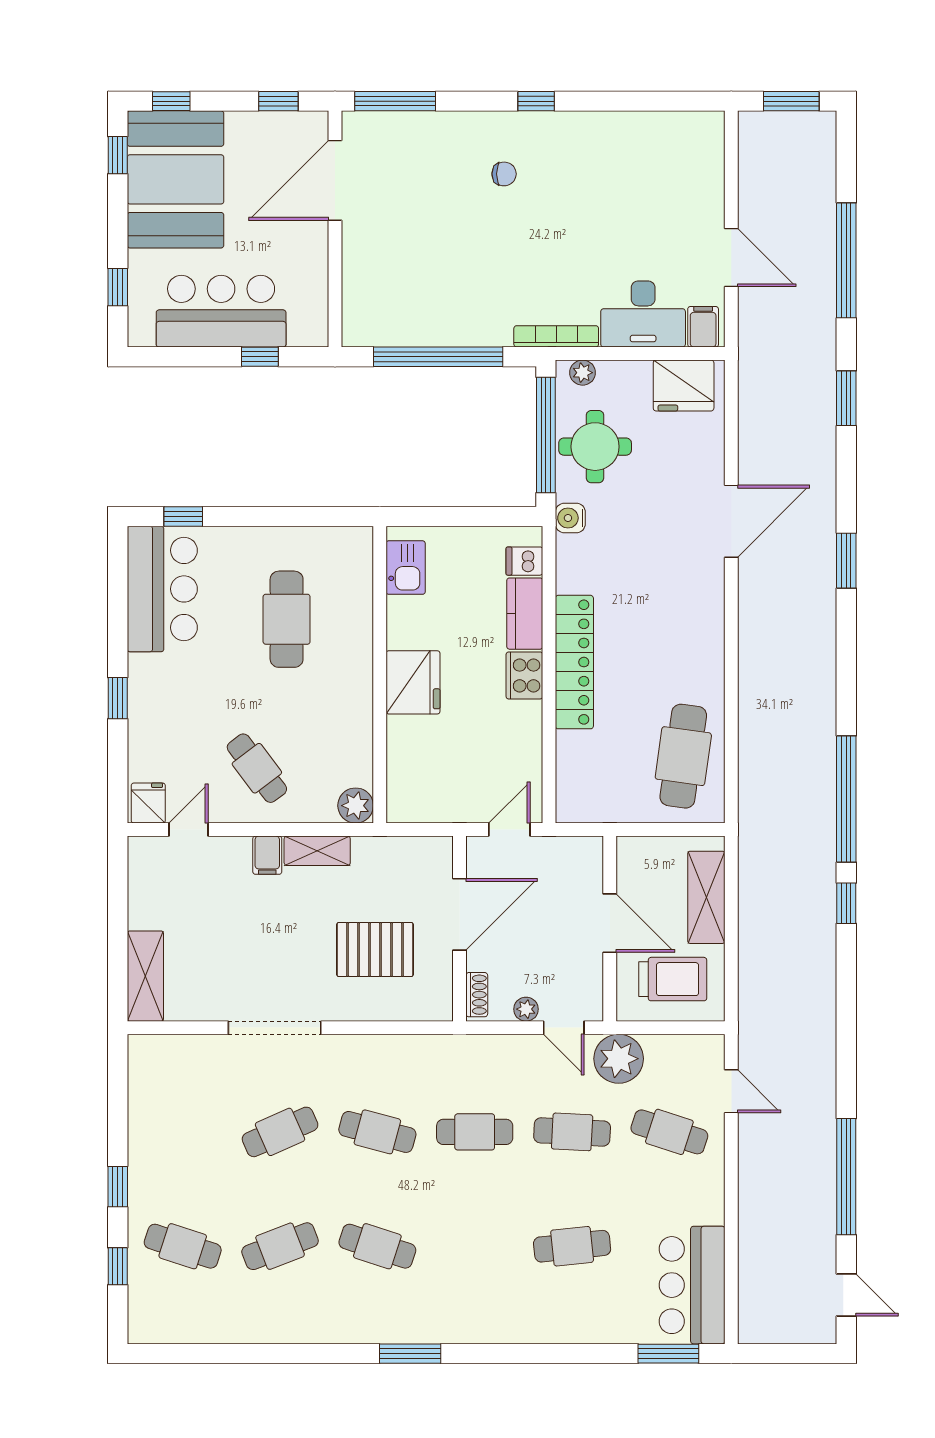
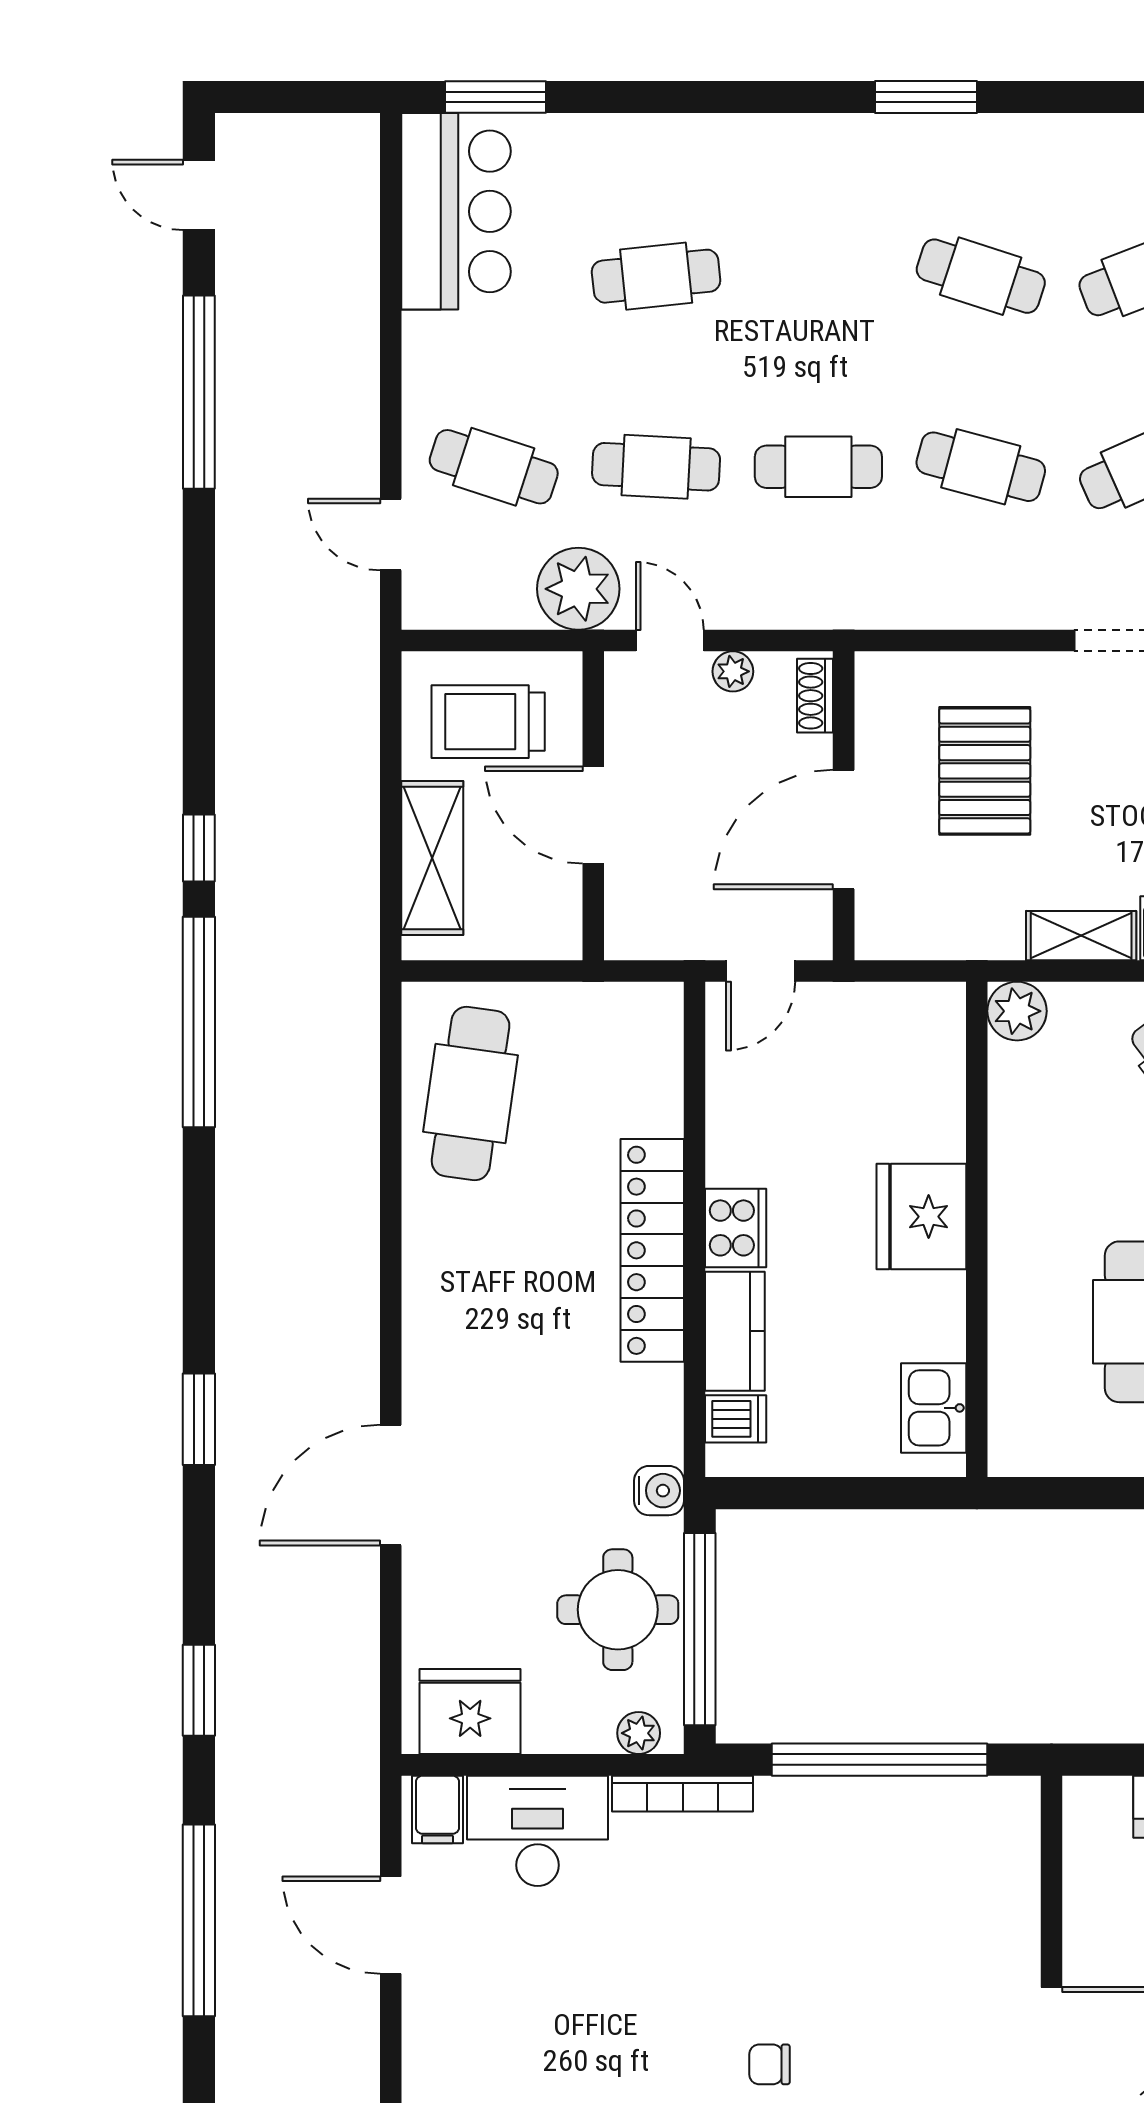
pallet: (375, 950) -> (985, 771), turned 90

